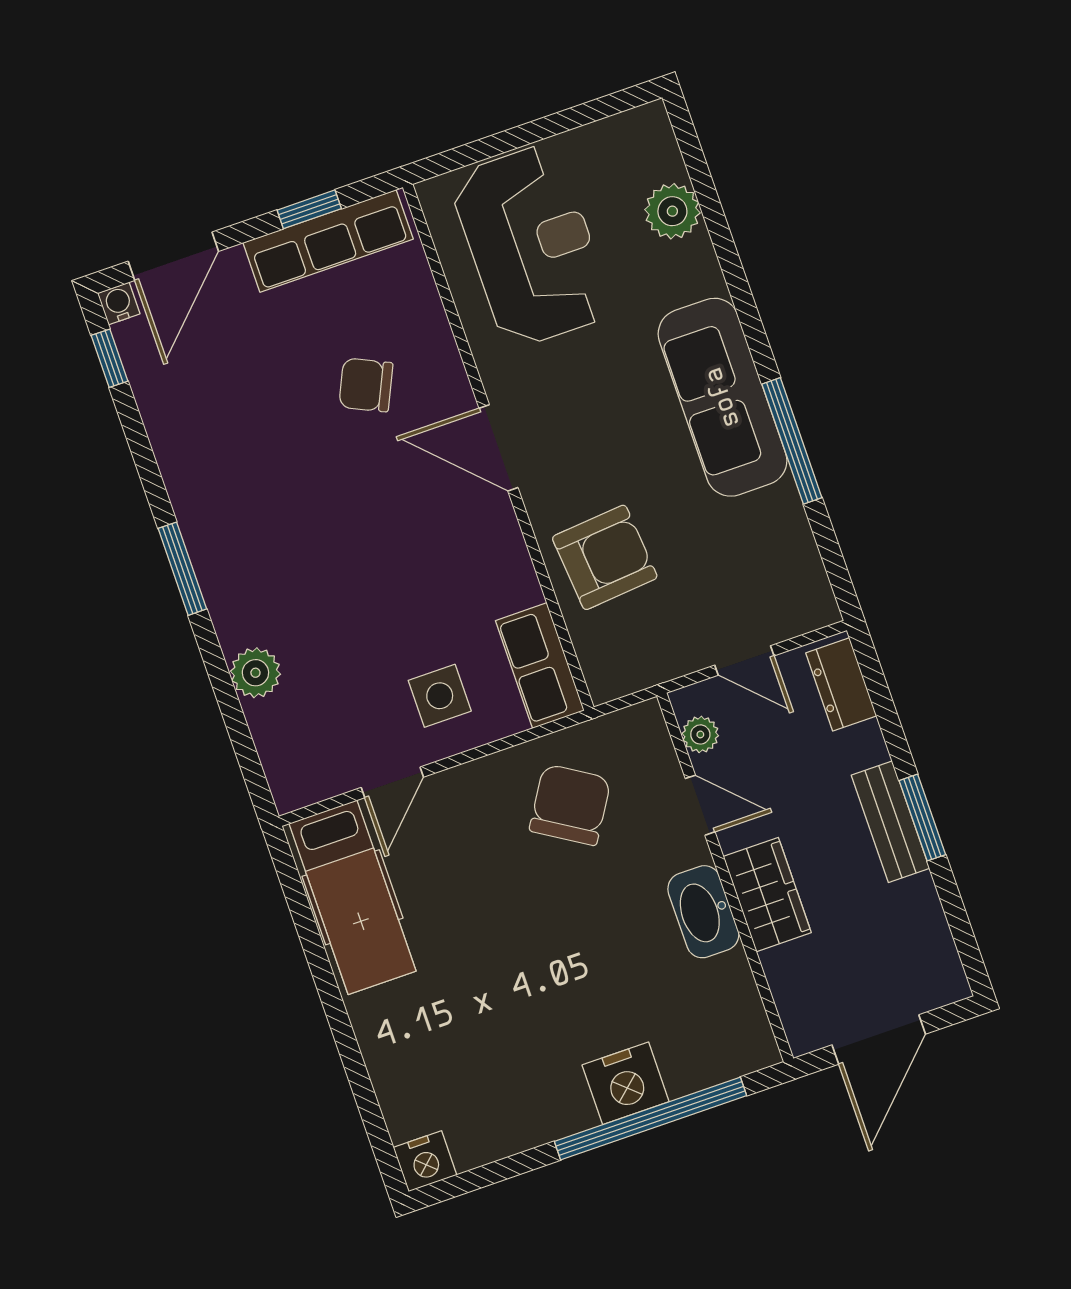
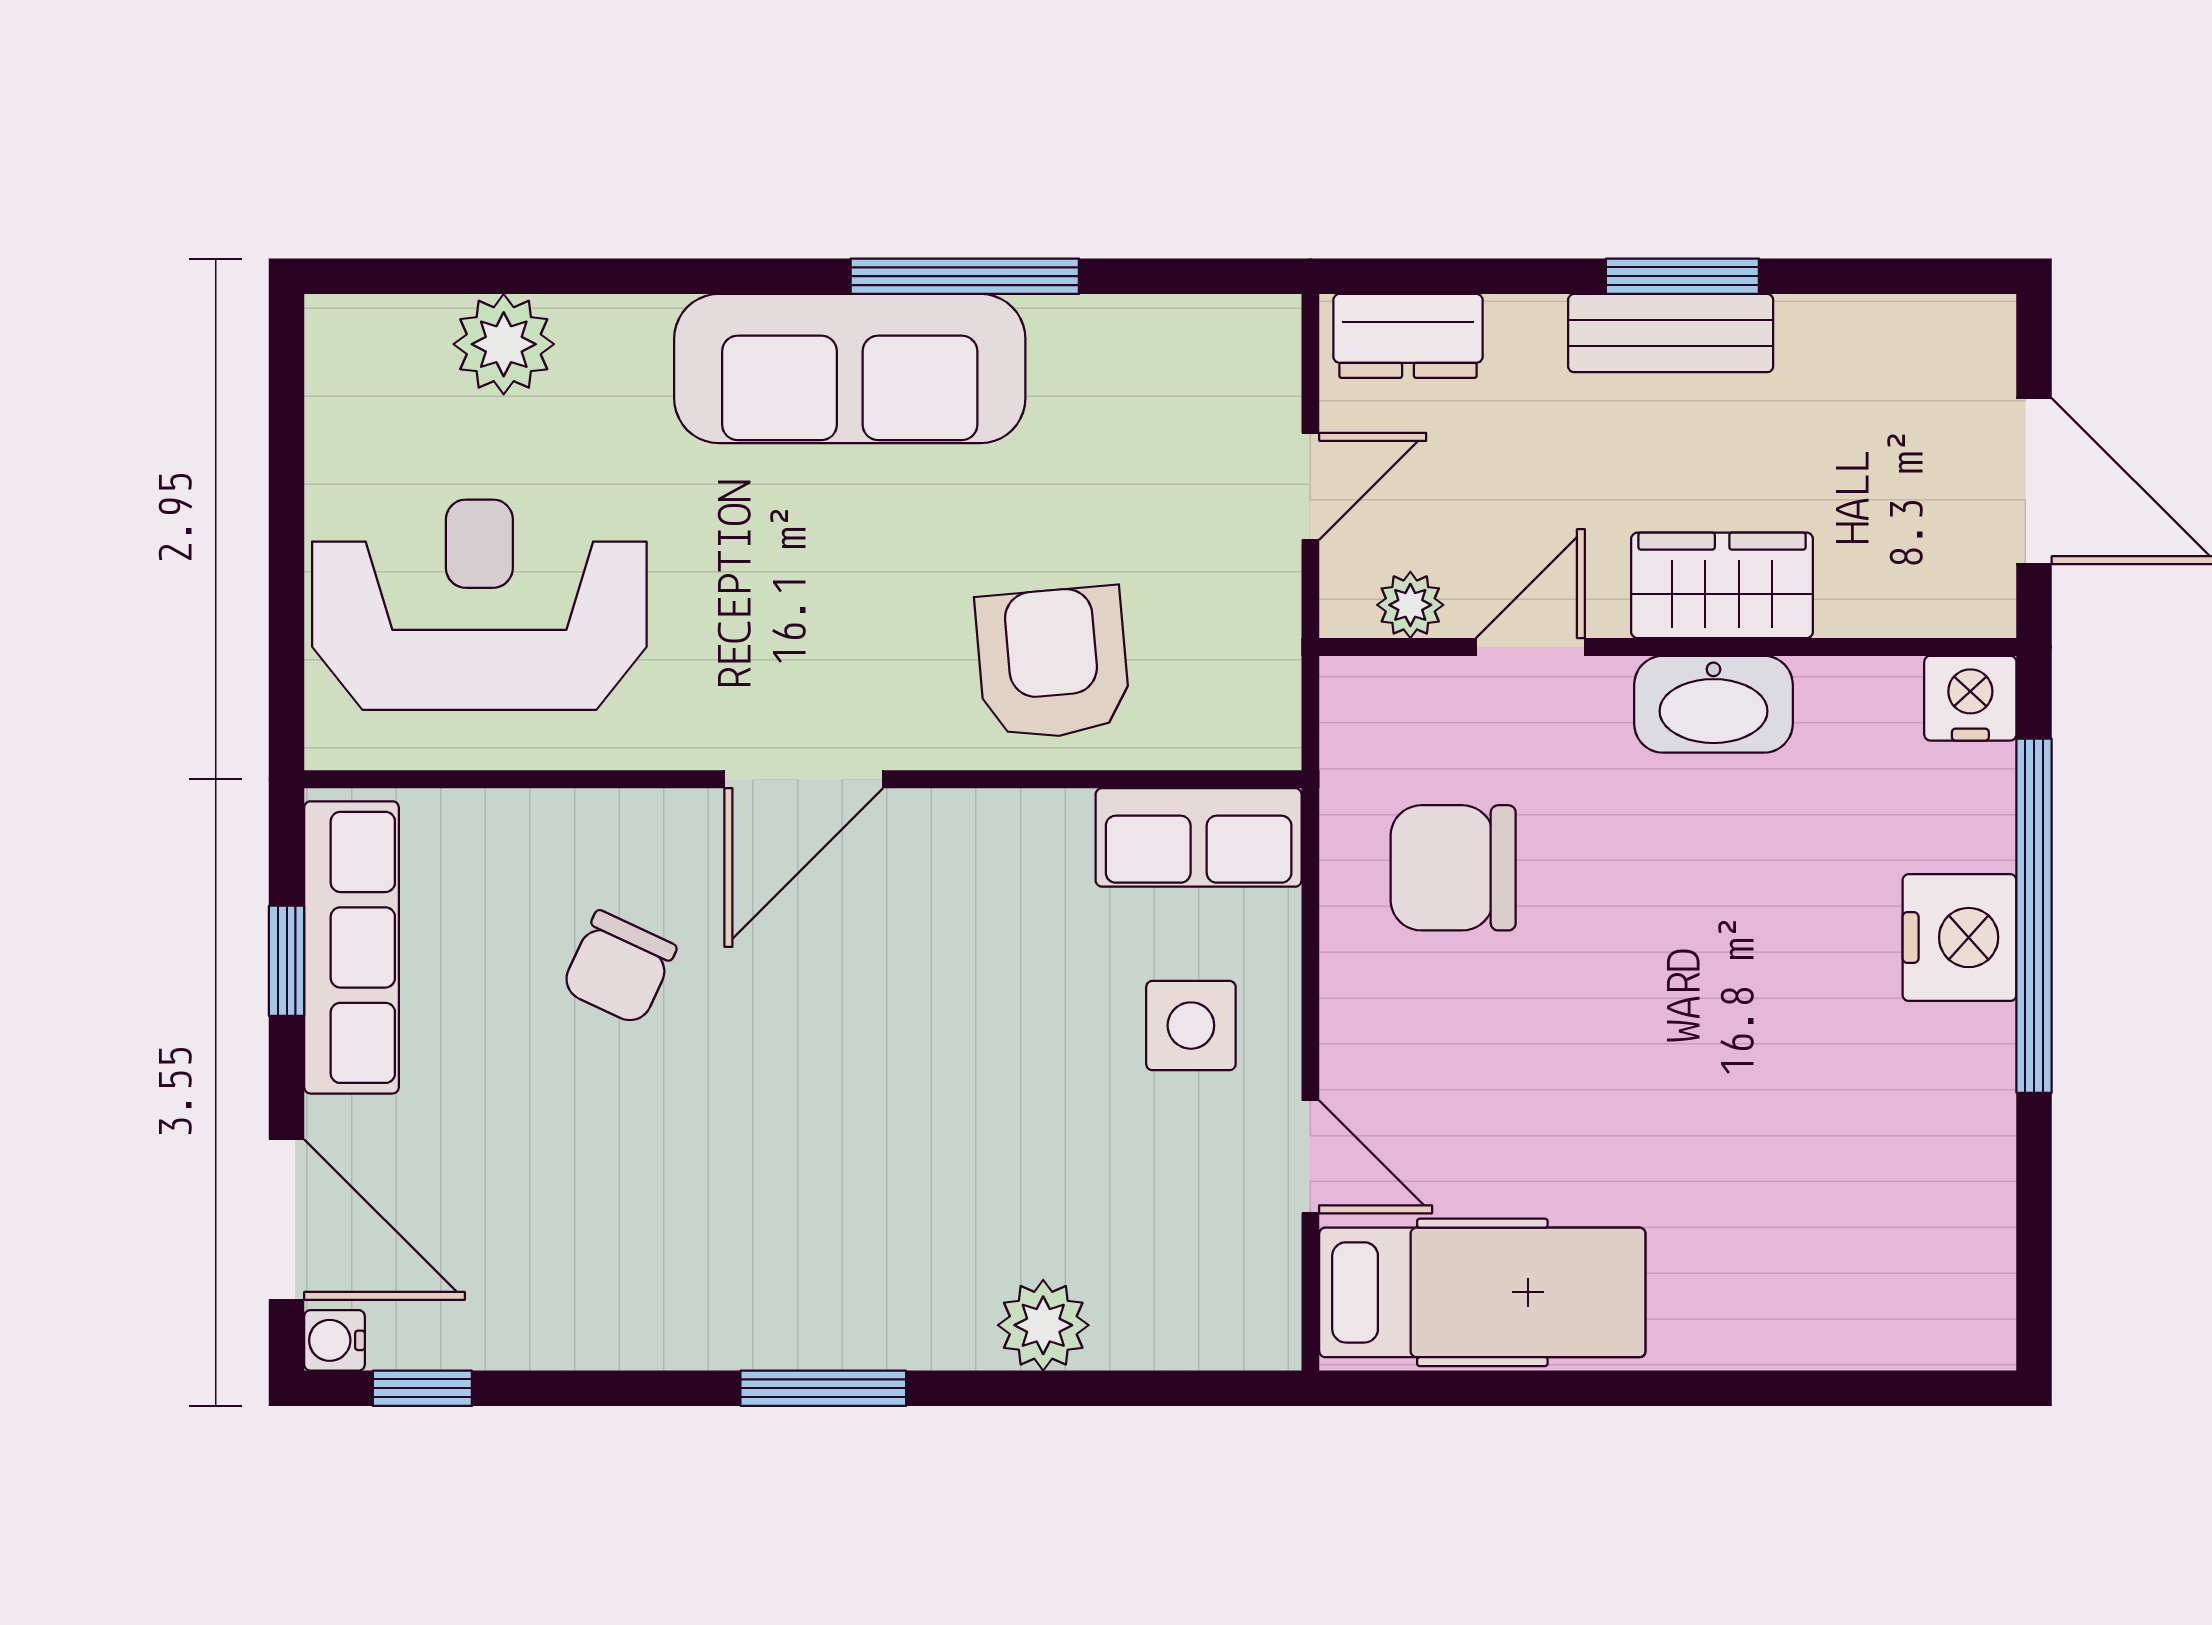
chair: (570, 805) -> (1453, 868), turned -32
nightstand: (425, 1161) -> (1970, 698), moved, turned -90

